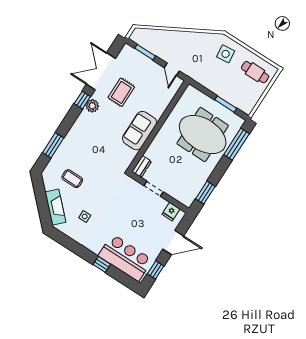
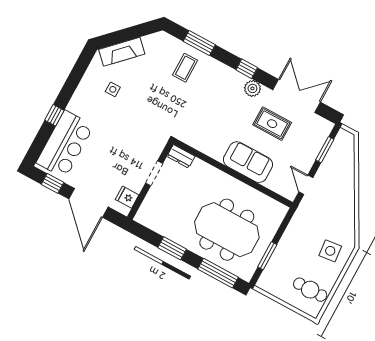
door: (172, 69) -> (306, 185), hinge flipped
cafe table: (255, 72) -> (310, 290), turned 90
window: (82, 100) -> (247, 69), moved
sofa: (140, 131) -> (248, 162), moved
meeting table: (203, 135) -> (227, 230), turned 90
coffee table: (72, 179) -> (185, 68), moved
window: (205, 193) -> (172, 248), moved
door: (173, 243) -> (88, 203), width x1.36

